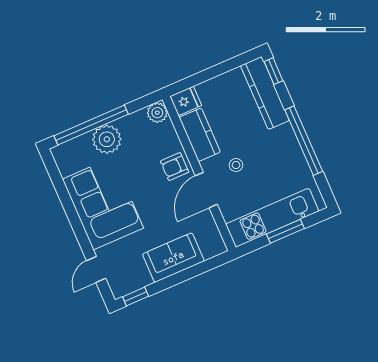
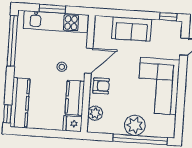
plant: (157, 113) -> (95, 113), moved
window: (304, 141) -> (12, 41), moved

